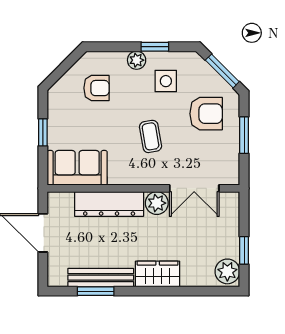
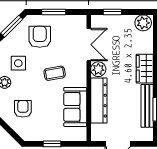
sofa: (77, 168) -> (75, 107), moved
window: (244, 250) -> (112, 12), moved

